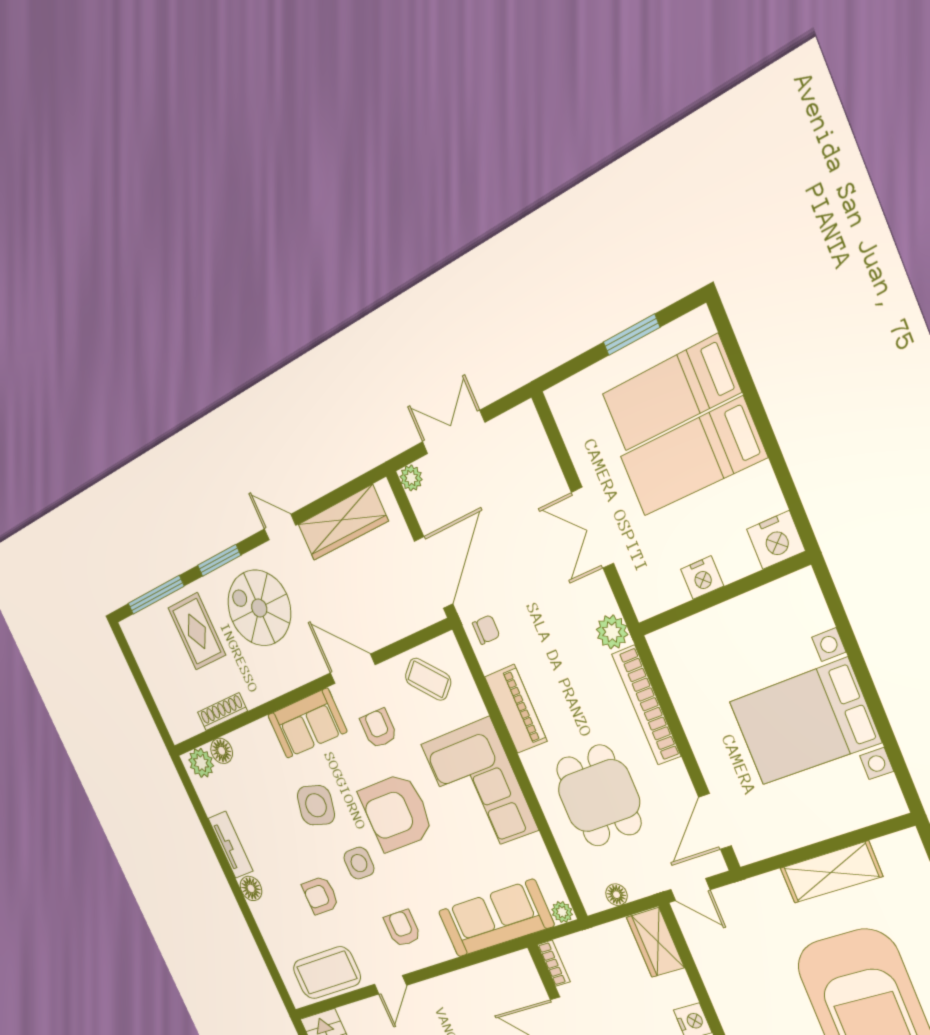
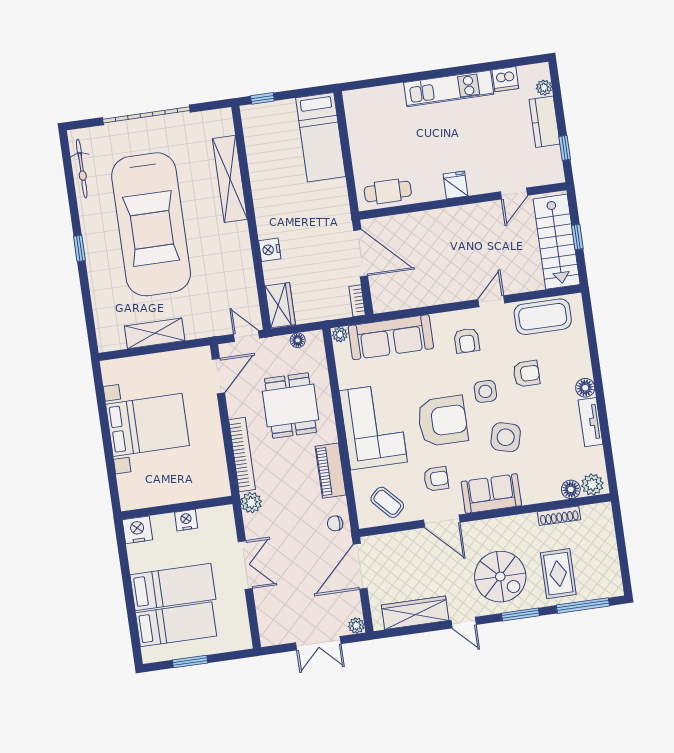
armchair: (379, 728) -> (436, 479), turned -90

